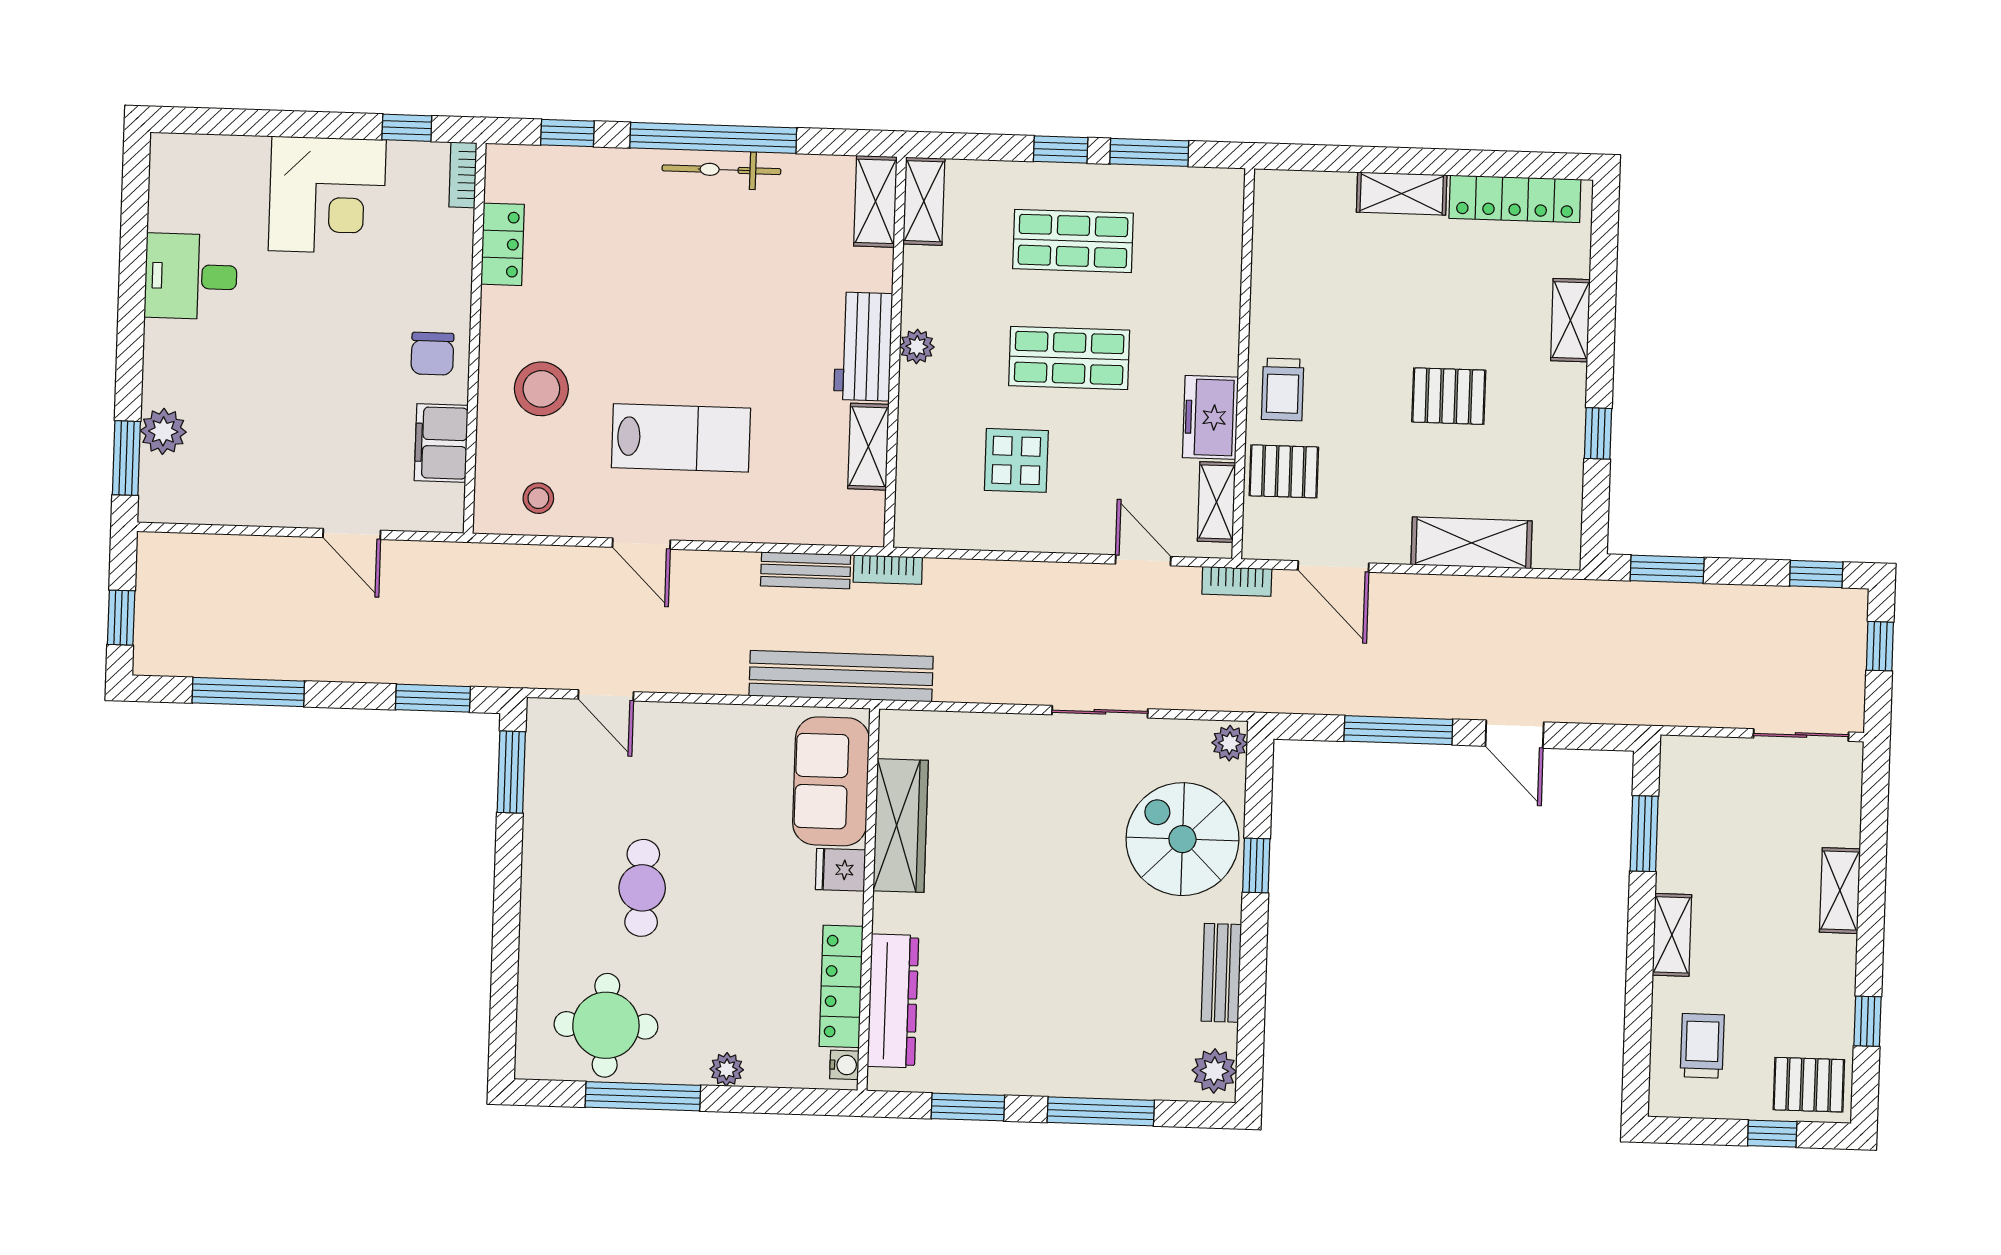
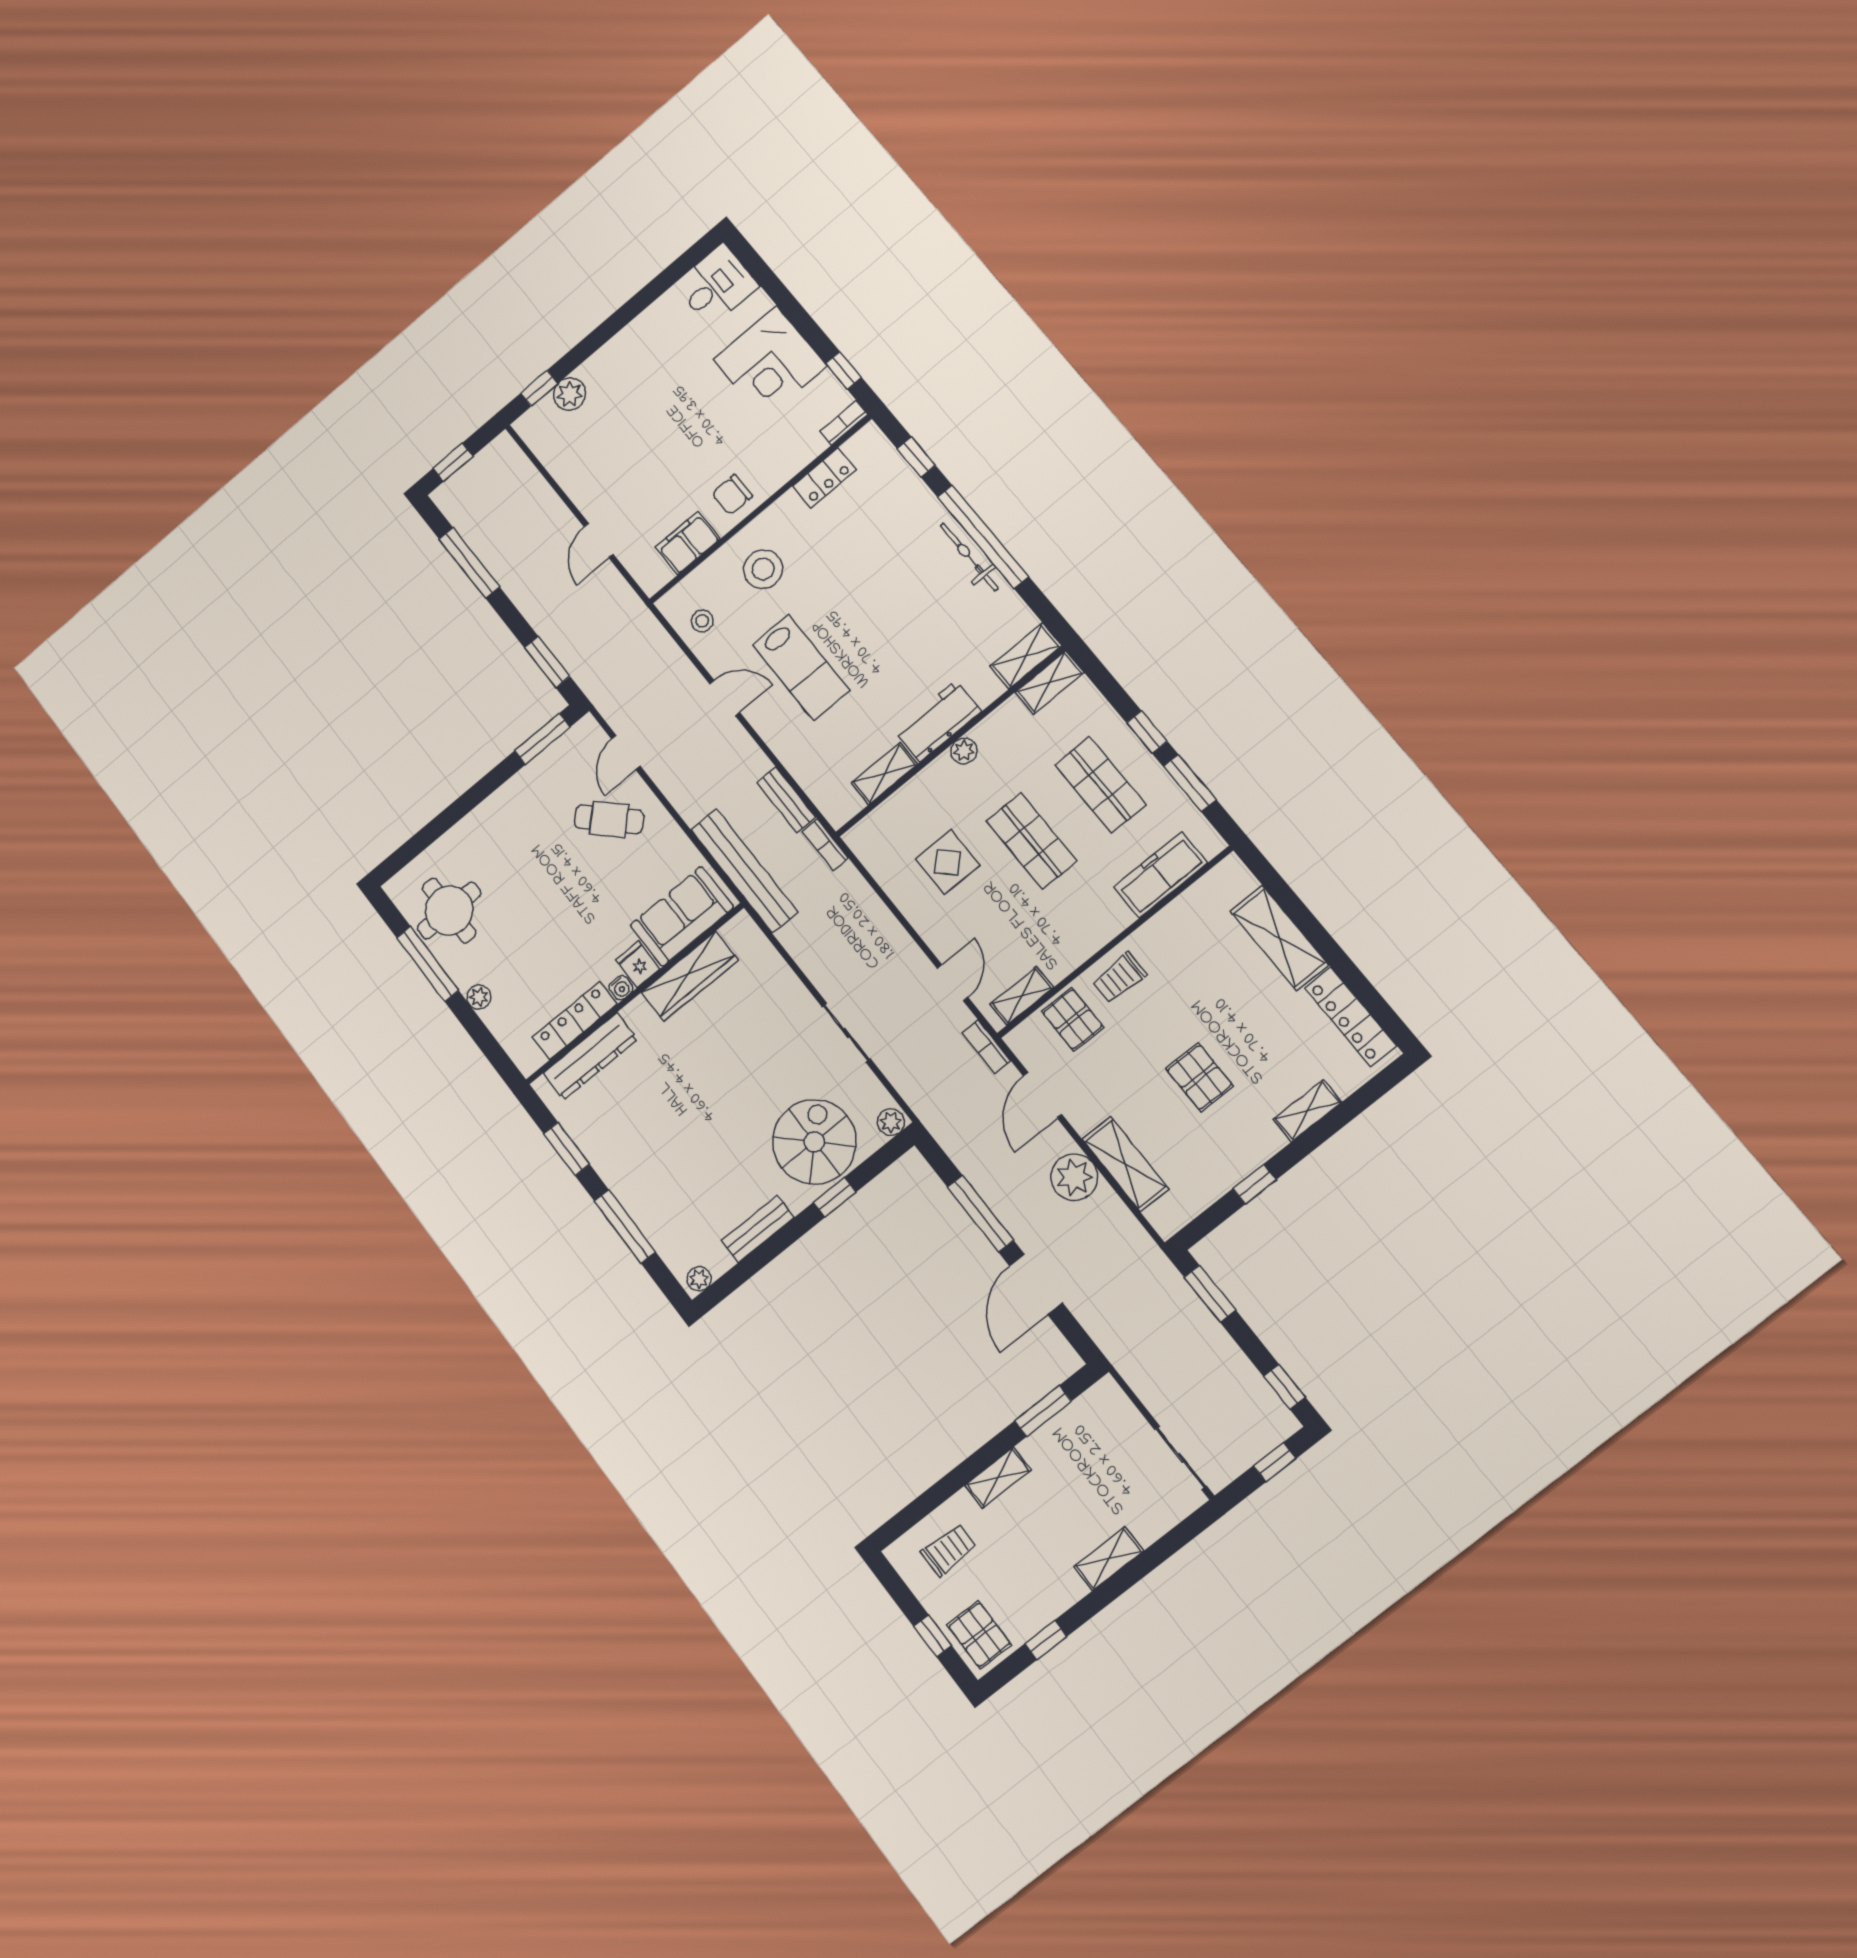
shelving: (1402, 194) -> (1279, 938), width x1.50, depth x1.33
desk: (191, 276) -> (717, 285), moved, turned 90
freezer: (1210, 417) -> (1160, 875), moved, width x1.40
window: (126, 458) -> (539, 388), width x0.67
door: (641, 544) -> (725, 698), swing flipped
plant: (1442, 605) -> (1074, 1177), added
door: (1515, 734) -> (1036, 1284), width x1.38
cafe table: (642, 888) -> (609, 819), moved, turned 45
water cooler: (844, 1065) -> (621, 988), moved
plant: (1214, 1071) -> (699, 1279), width x0.73, depth x0.73

